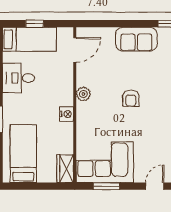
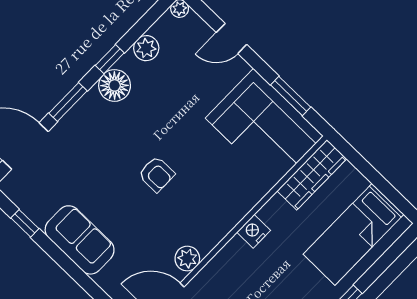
plant: (83, 94) -> (187, 259), moved
armchair: (131, 98) -> (156, 174), turned 90
wardrobe: (65, 169) -> (312, 175), width x1.50

